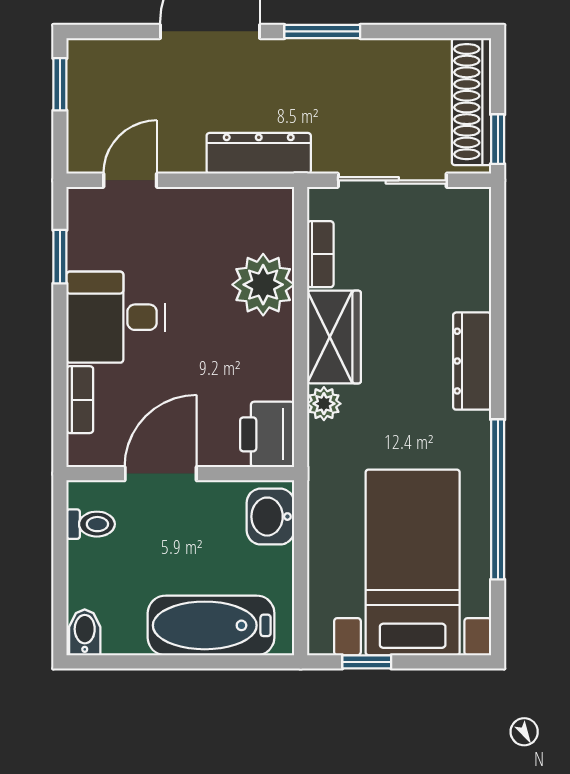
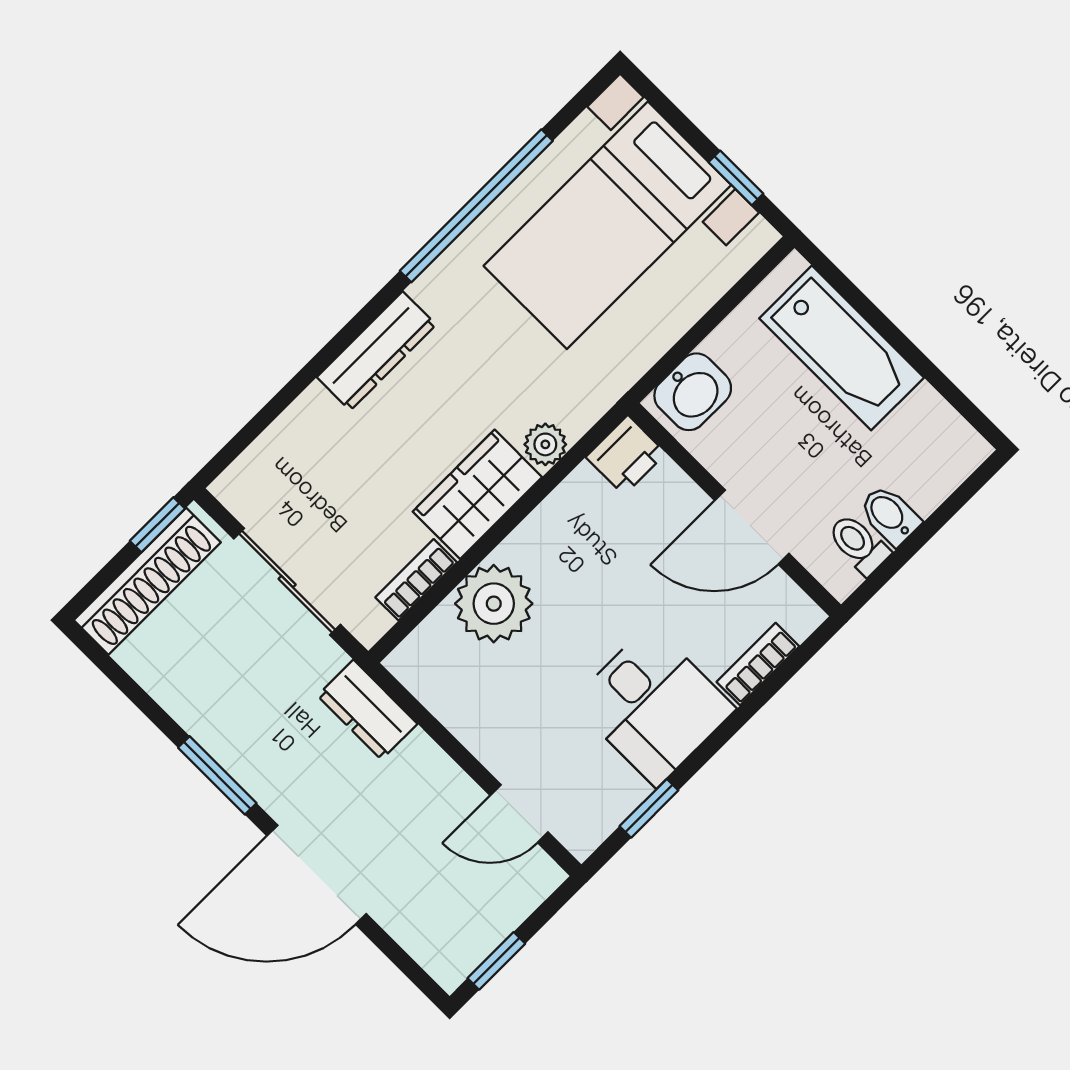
dresser: (259, 153) -> (367, 710), width x0.70
printer: (267, 434) -> (626, 455), width x0.73, depth x0.81
bidet: (85, 632) -> (890, 515), moved, turned 90

